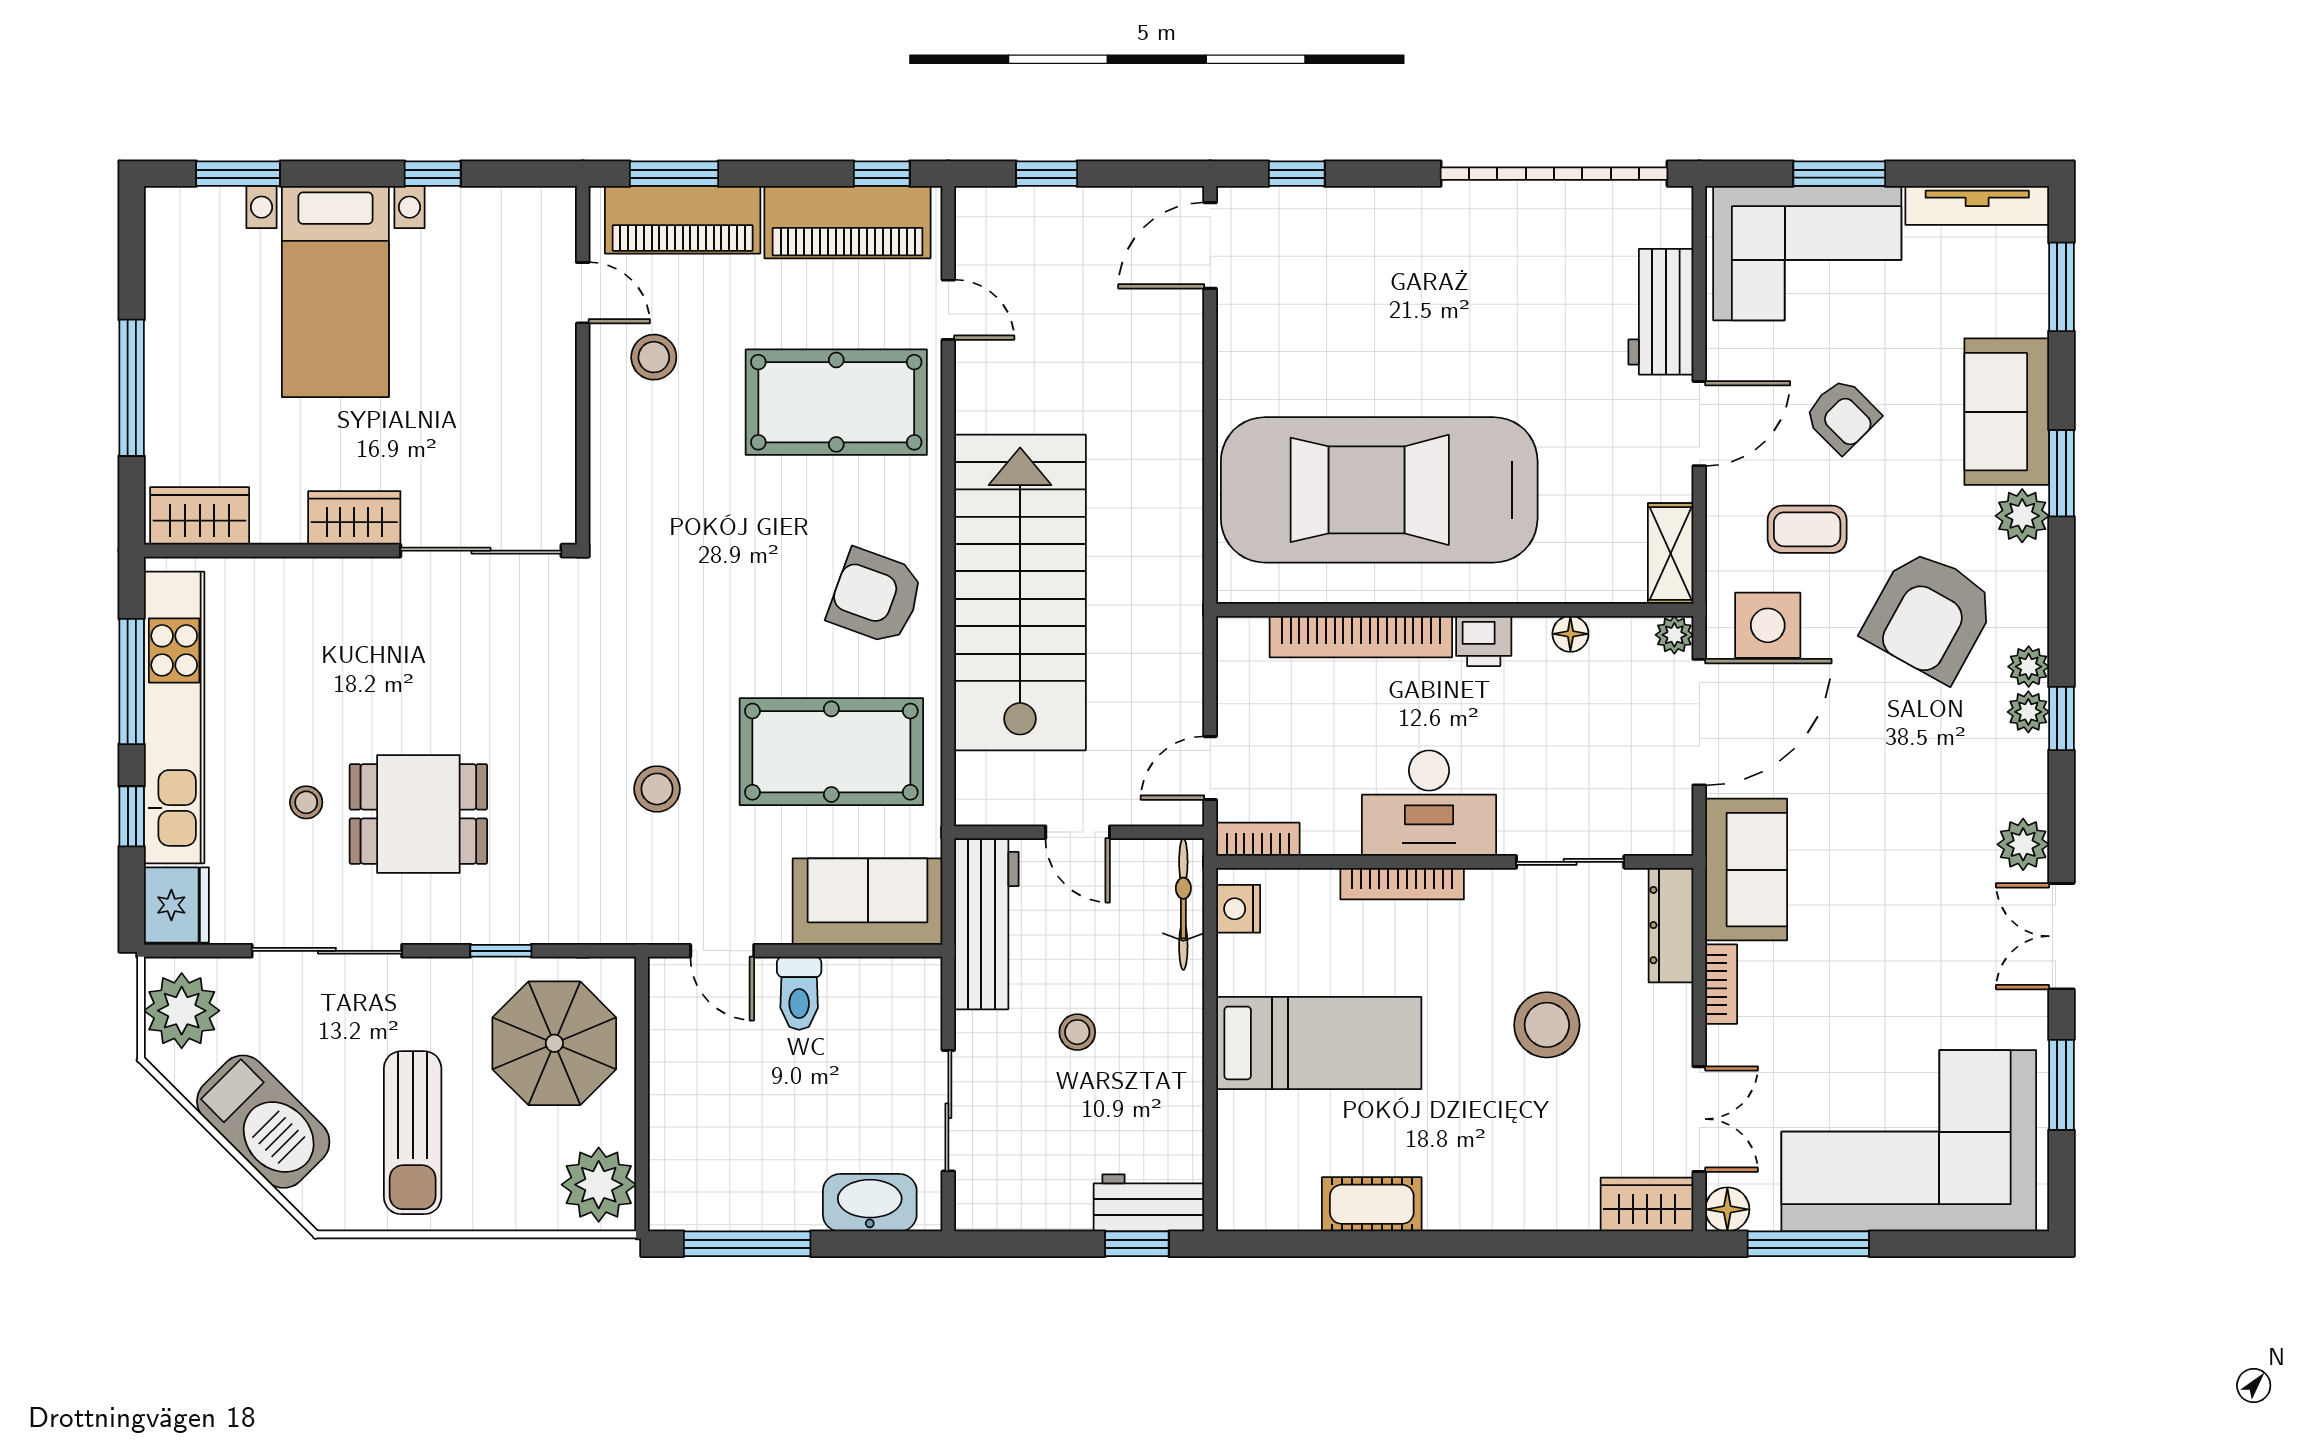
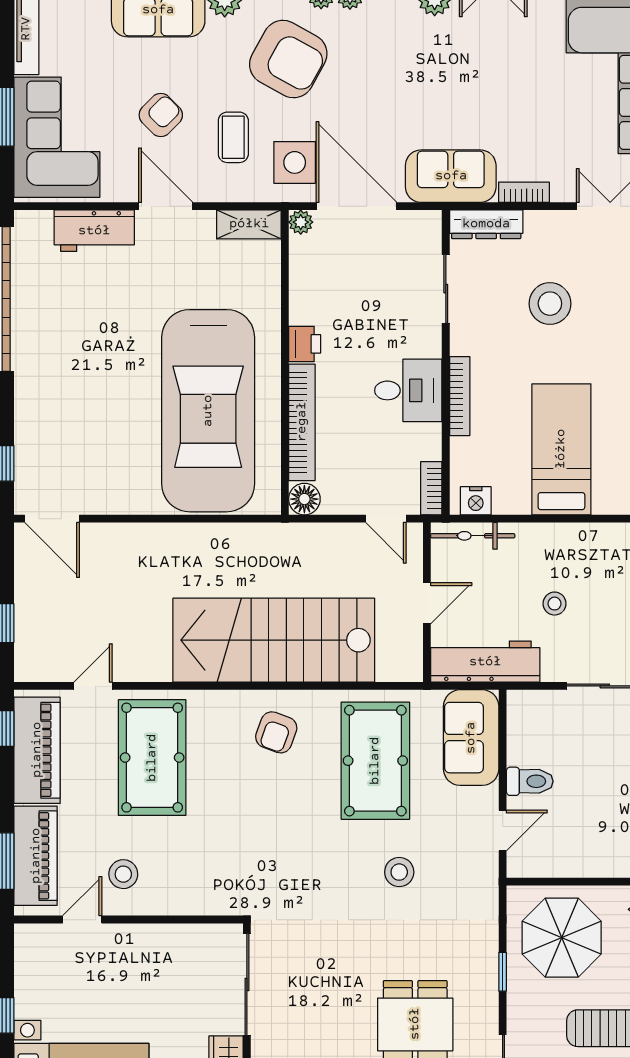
armchair: (876, 596) -> (276, 732), width x0.72, depth x0.72
floor lamp: (1570, 634) -> (304, 499), moved, width x1.37, depth x1.37
desk: (1429, 803) -> (408, 390), width x0.73

